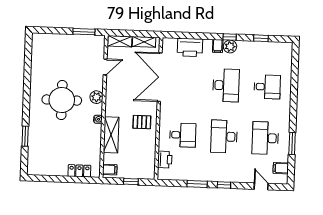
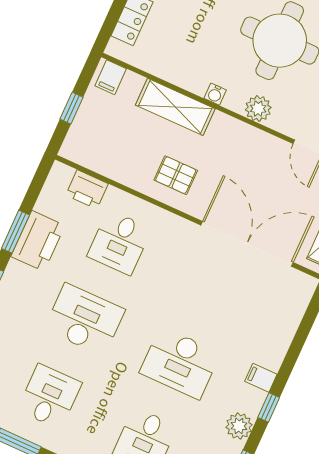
plant: (230, 46) -> (239, 426), moved
printer: (190, 47) -> (38, 241), moved, turned 180
pallet: (142, 122) -> (176, 175), turned 90
desk: (265, 138) -> (50, 397), width x0.73

